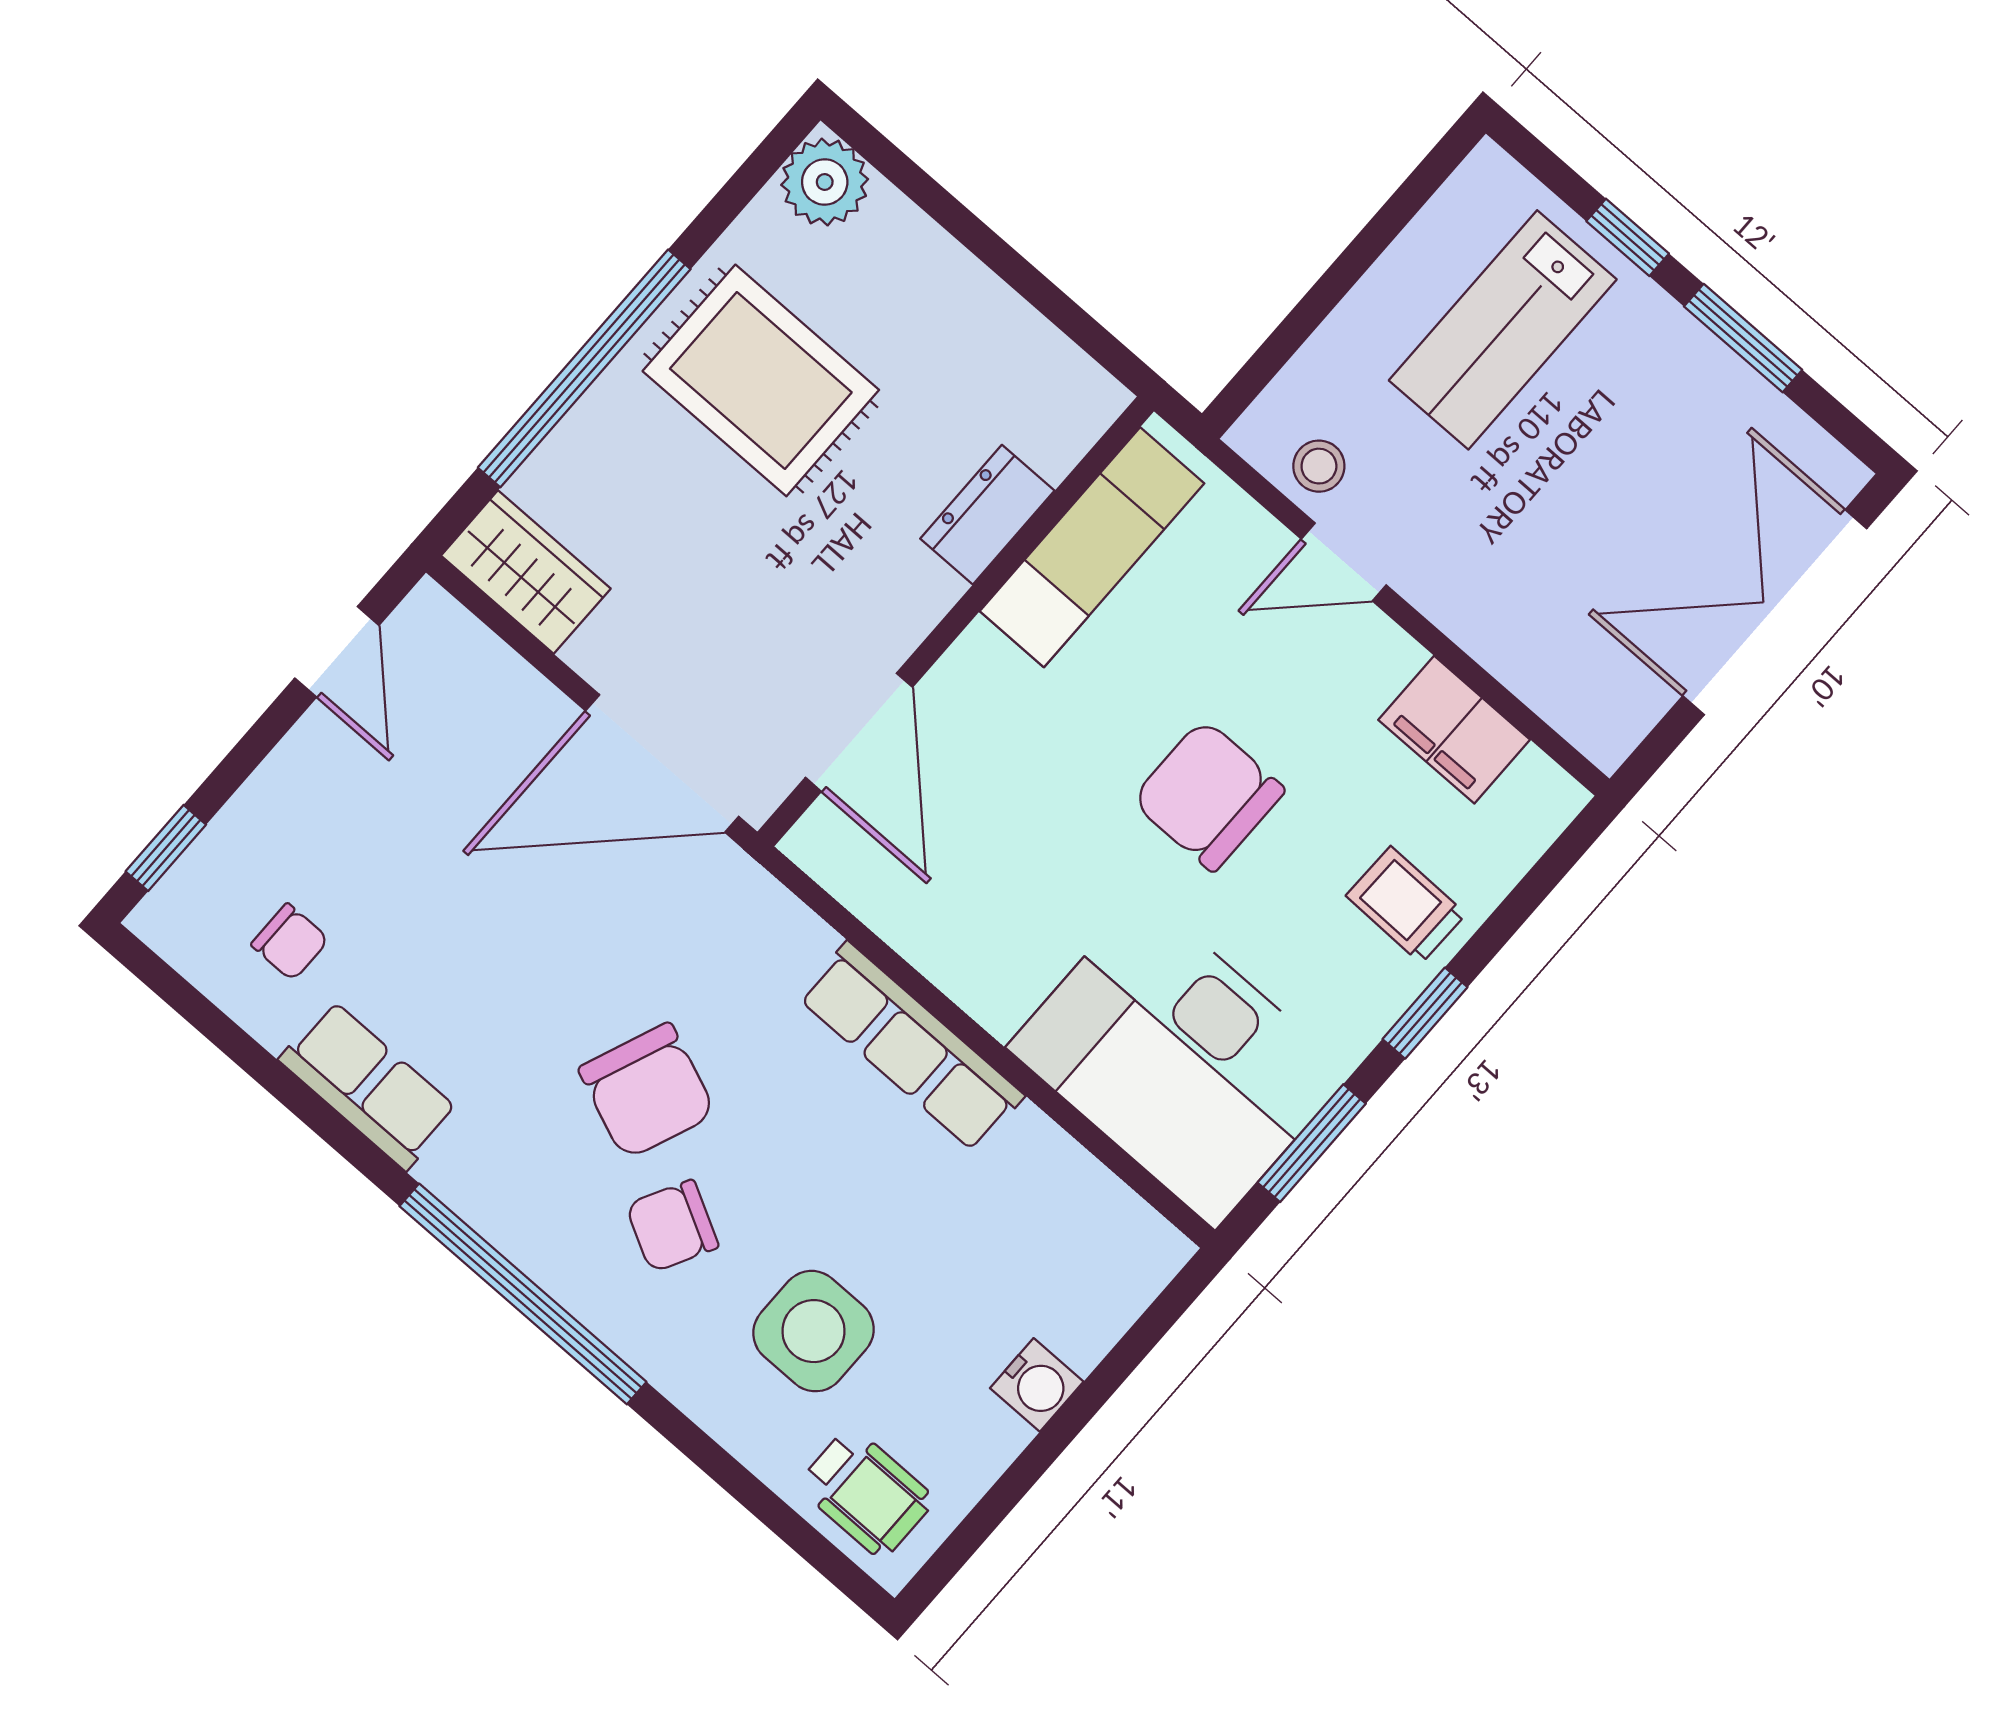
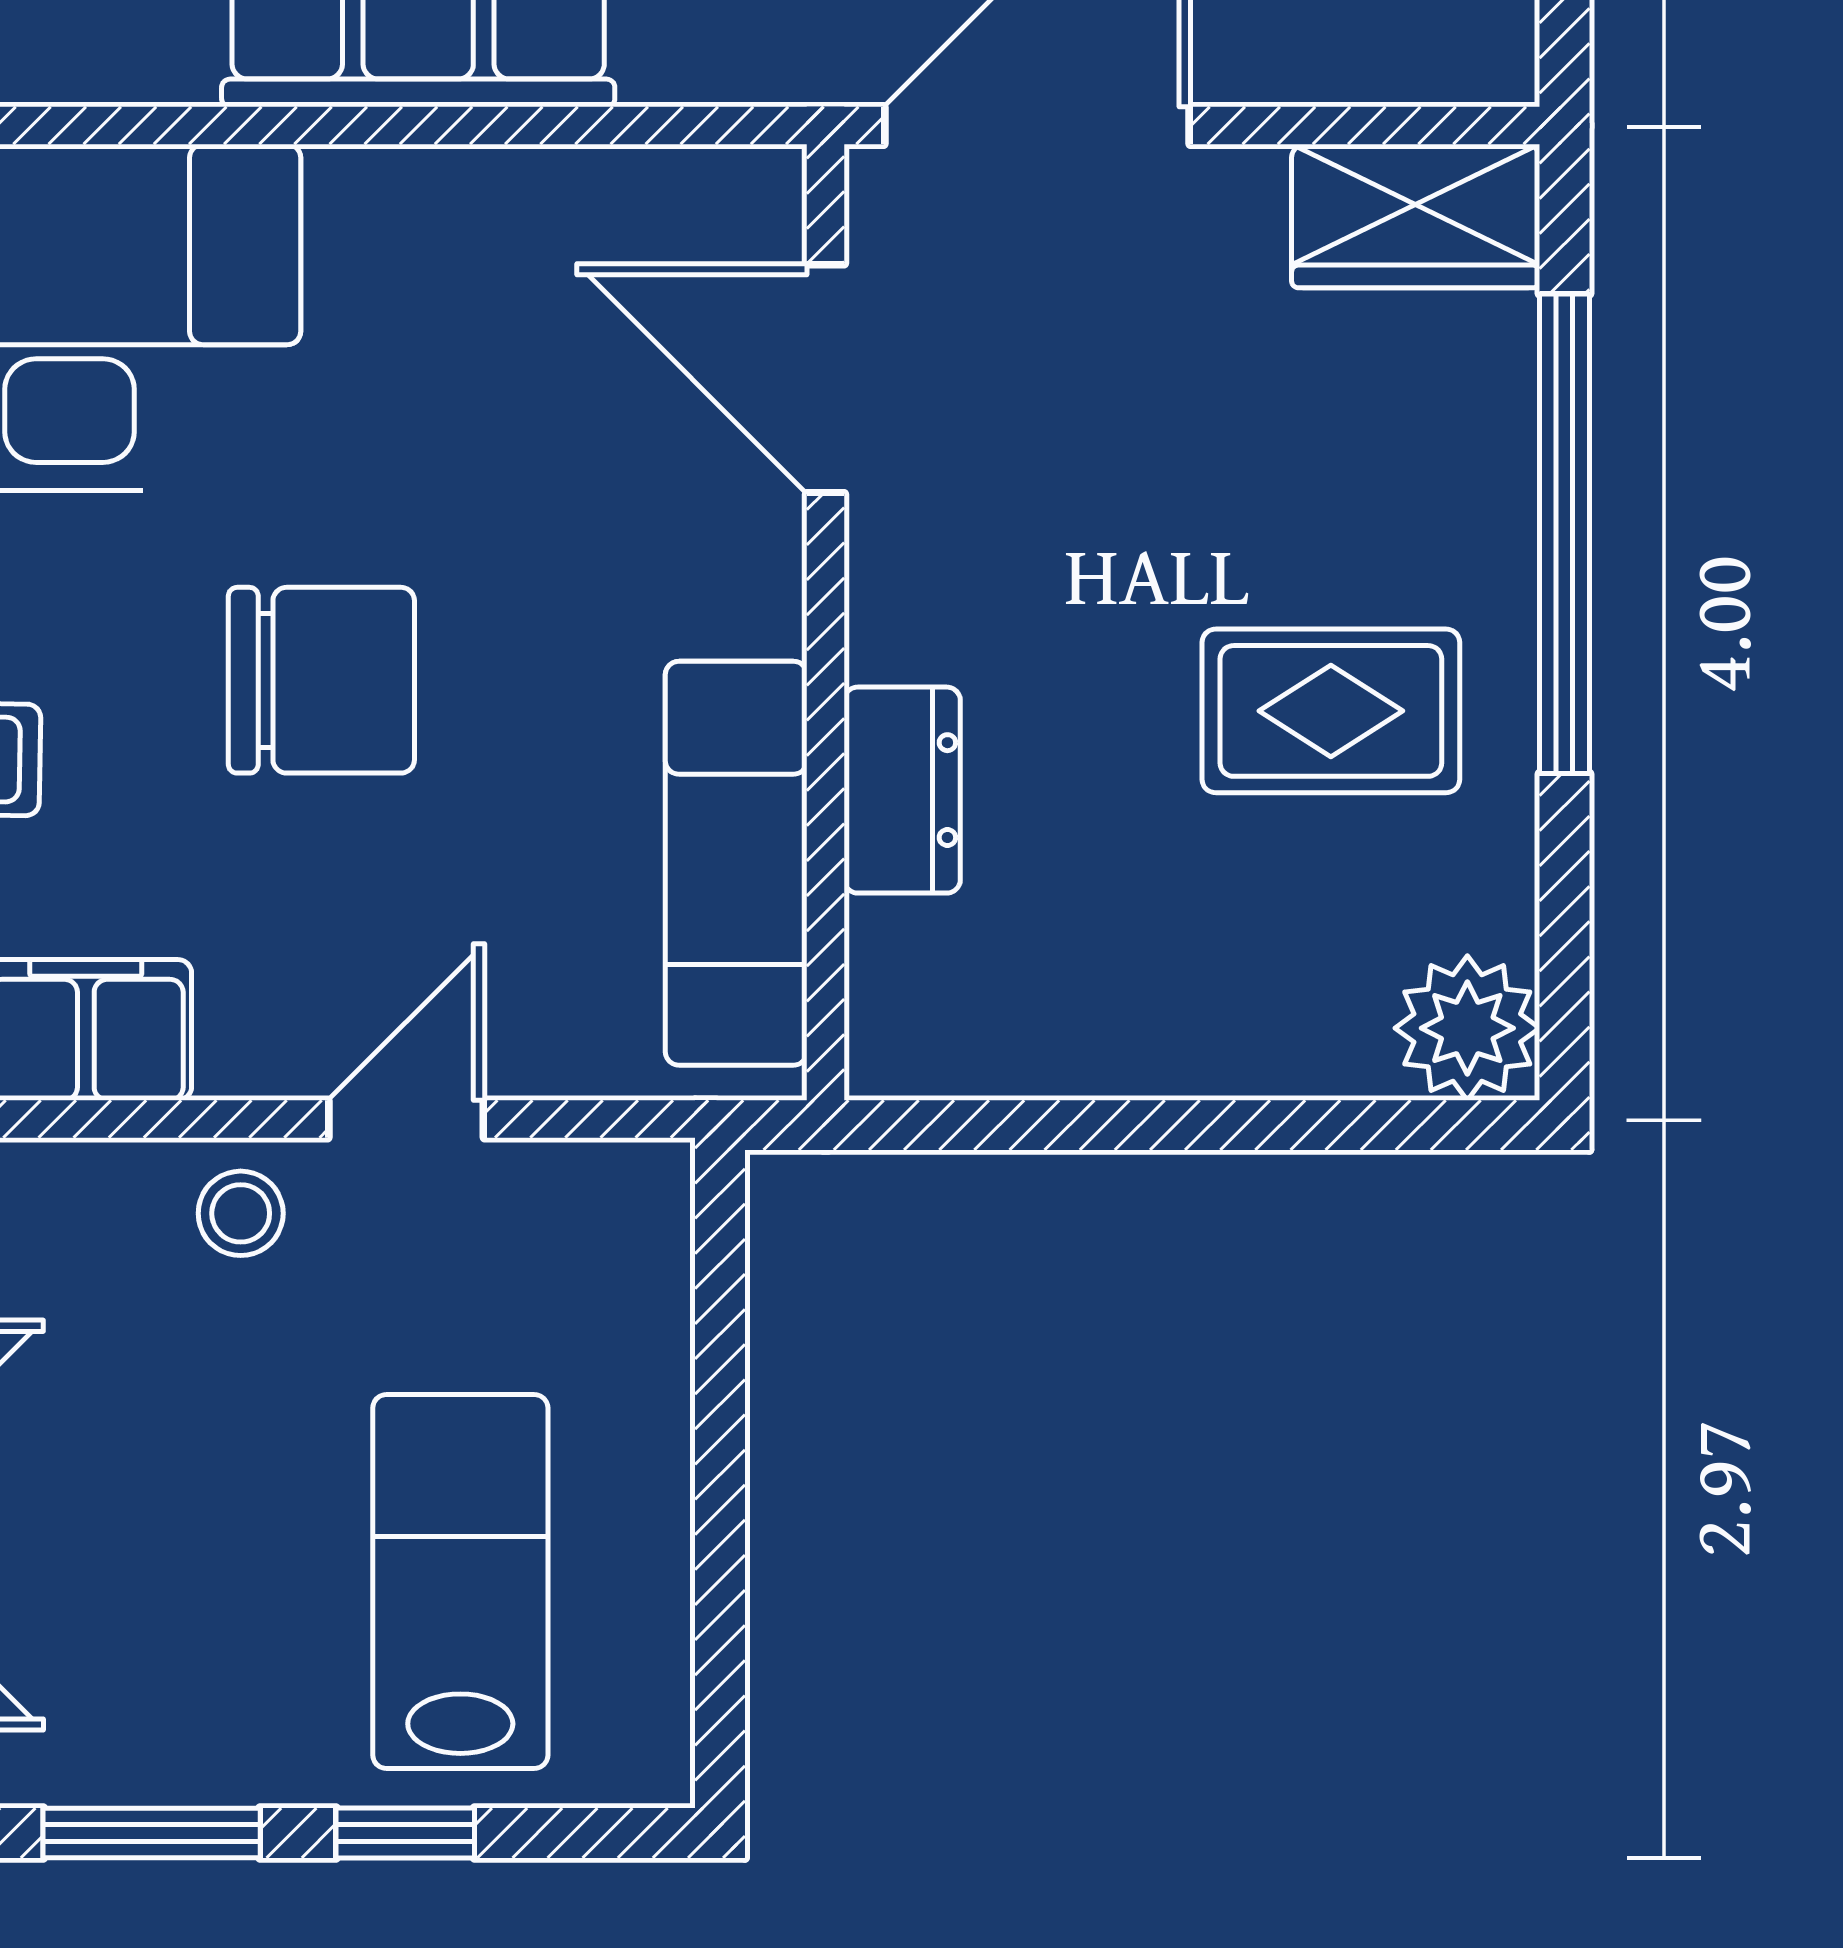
rug: (761, 380) -> (1331, 711), width x0.73, depth x0.70
stool: (1319, 466) -> (241, 1213), moved

